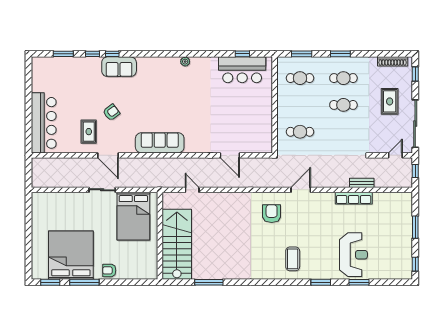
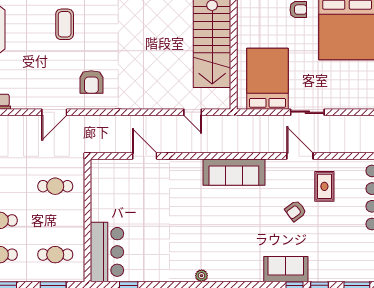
bar counter: (242, 70) -> (107, 252), moved, turned 90

